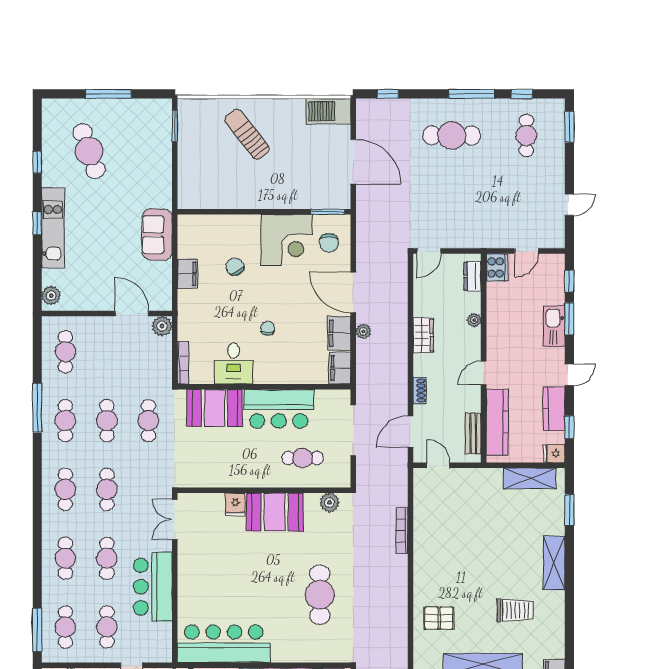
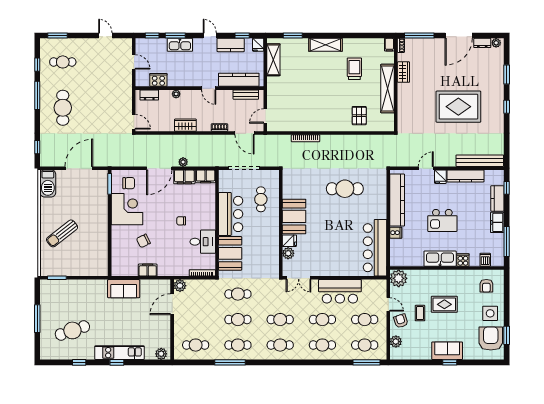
cooker: (497, 267) -> (158, 80), moved
plant: (329, 503) -> (288, 253), moved

